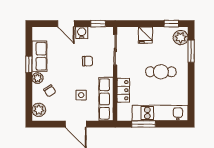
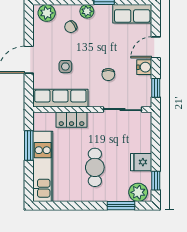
fridge: (145, 35) -> (141, 162), moved
row of seats: (39, 56) -> (132, 14), moved

